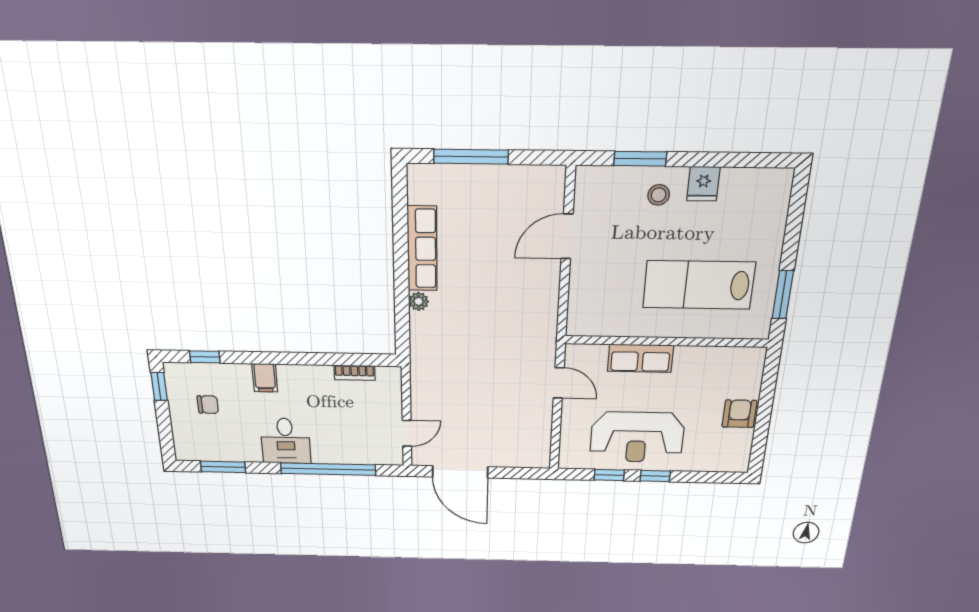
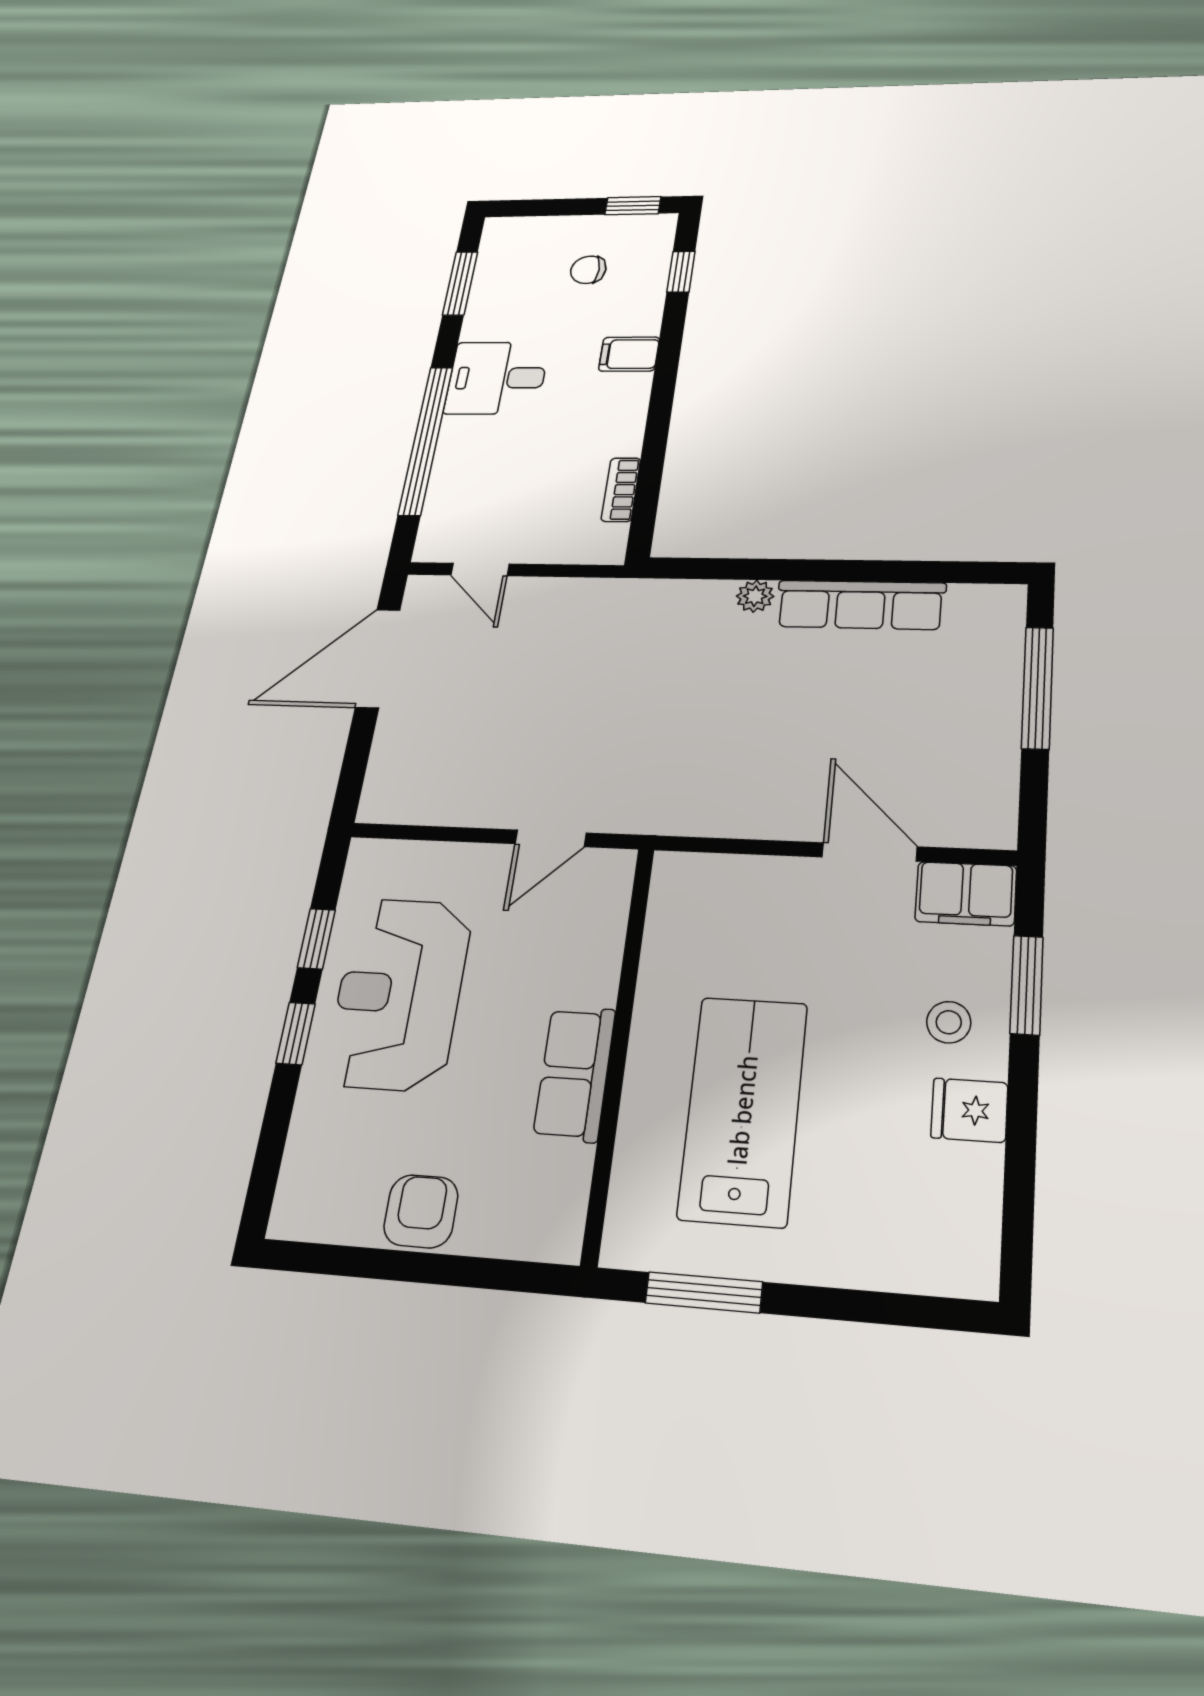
filing cabinet: (590, 189) -> (966, 894), added
row of seats: (640, 358) -> (575, 1073), moved
chair: (208, 405) -> (588, 270), turned 90
armchair: (739, 414) -> (421, 1211), turned -90

